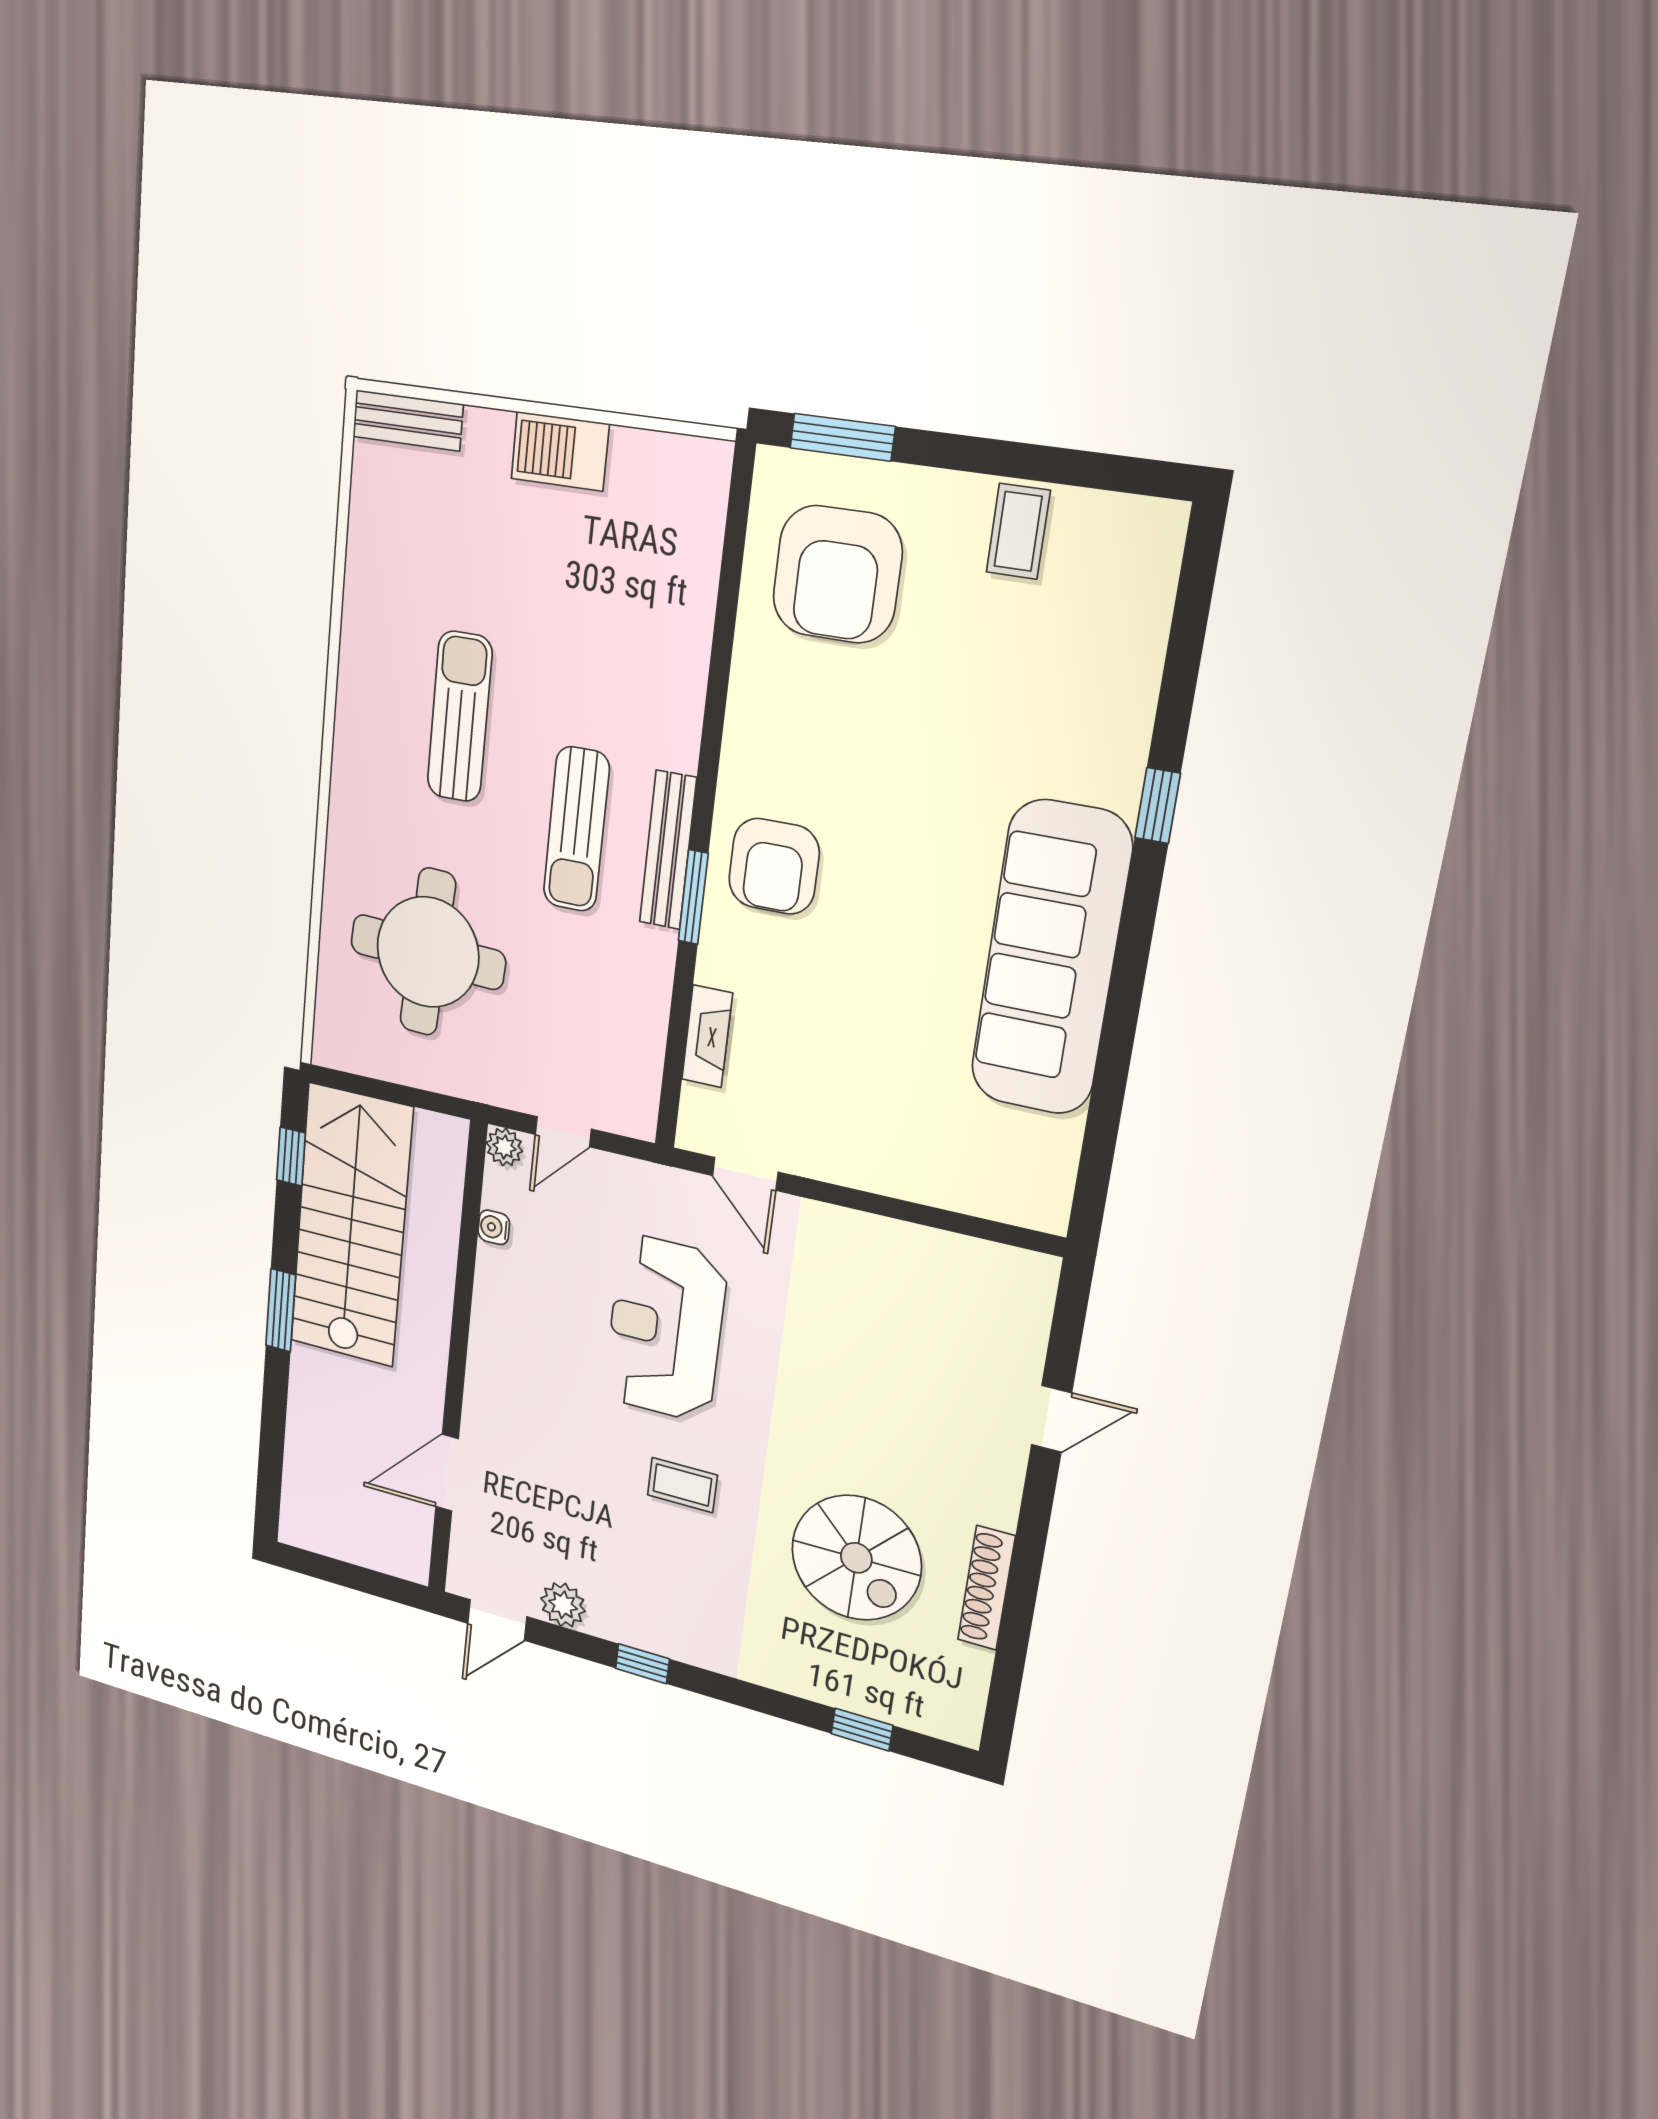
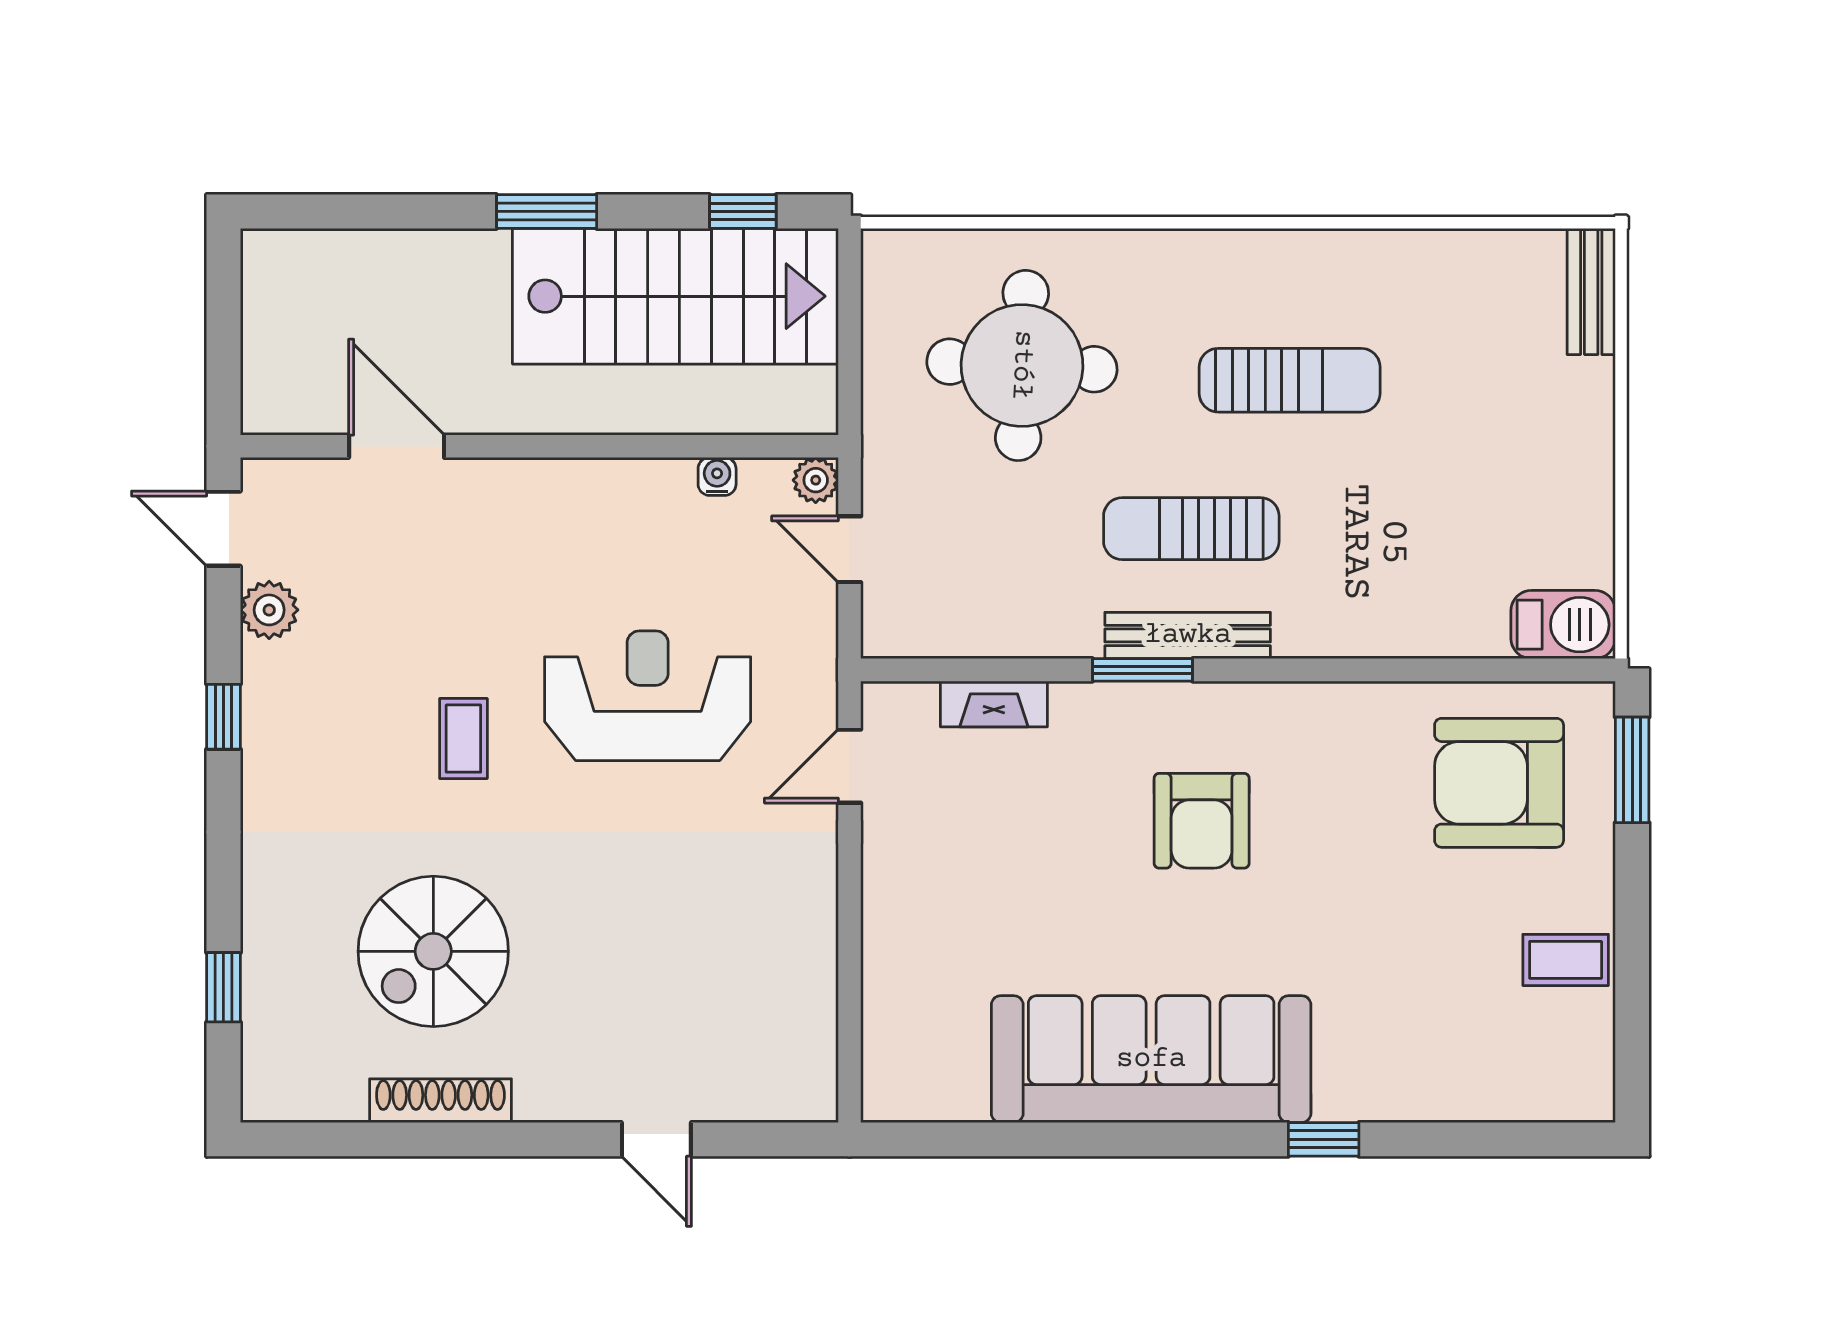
barbecue: (560, 451) -> (1563, 625), moved, turned 90
armchair: (774, 866) -> (1202, 821), moved, turned -90

